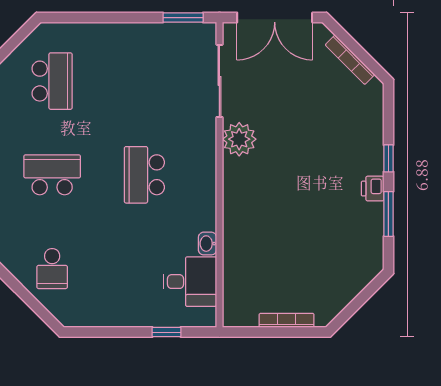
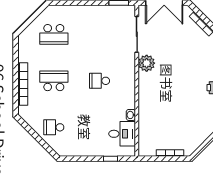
school desk: (52, 81) -> (54, 34), turned 90
school desk: (144, 175) -> (100, 81), width x0.54
school desk: (52, 269) -> (54, 127), turned 90

